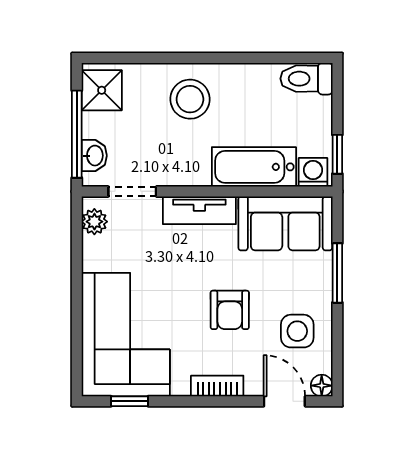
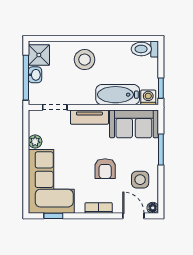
washbasin: (94, 156) -> (35, 75), moved
plant: (94, 222) -> (35, 141), moved

